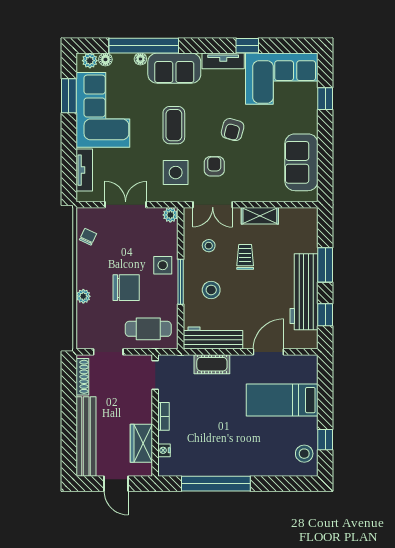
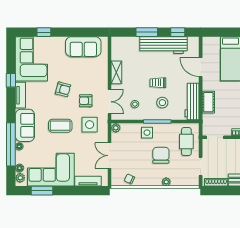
trolley: (245, 257) -> (158, 83), moved

